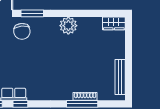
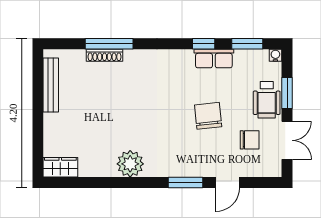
chair: (22, 31) -> (208, 116), moved

